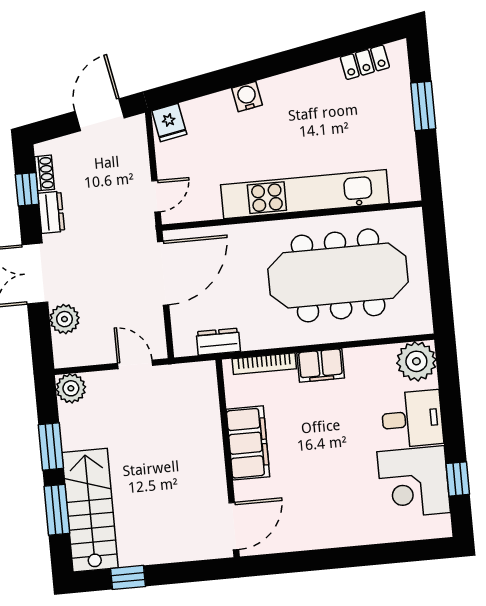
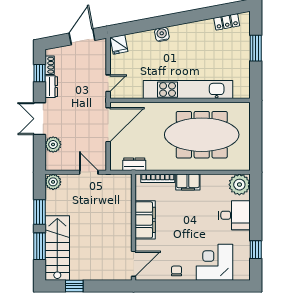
corner desk: (414, 482) -> (214, 262), moved, turned 90
chair: (315, 532) -> (176, 271), added

